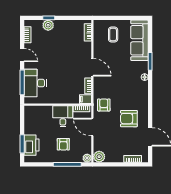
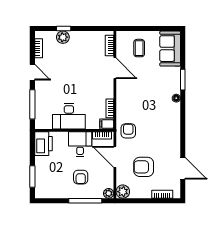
sofa: (139, 40) -> (170, 49), width x0.73
door: (92, 67) -> (115, 68), moved
desk: (35, 83) -> (69, 116), moved, turned -90
armchair: (129, 119) -> (144, 167), moved
printer: (32, 145) -> (43, 144), moved

